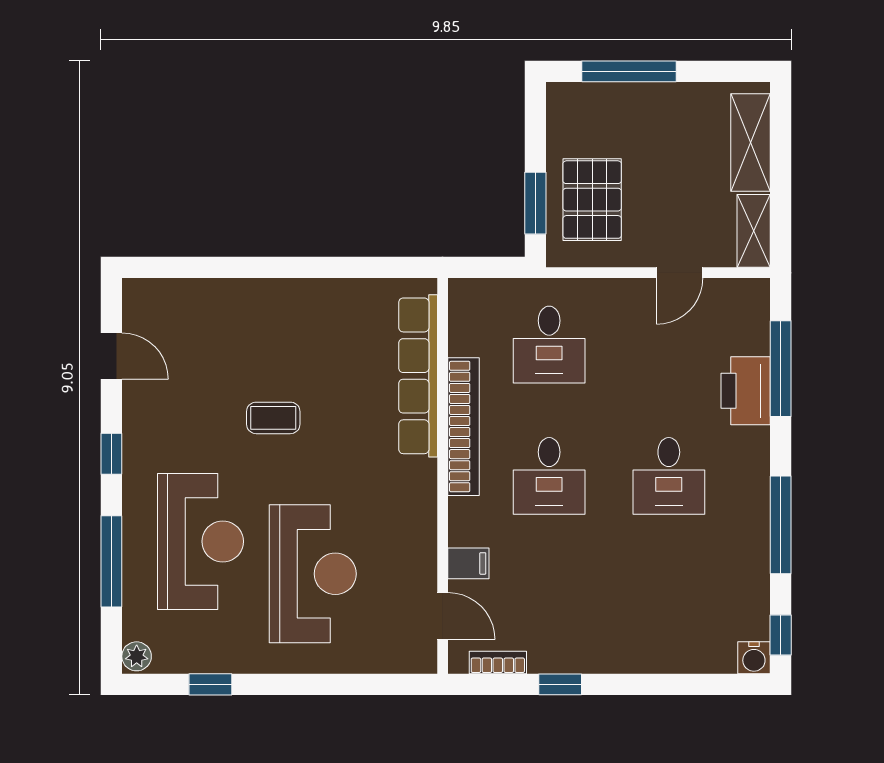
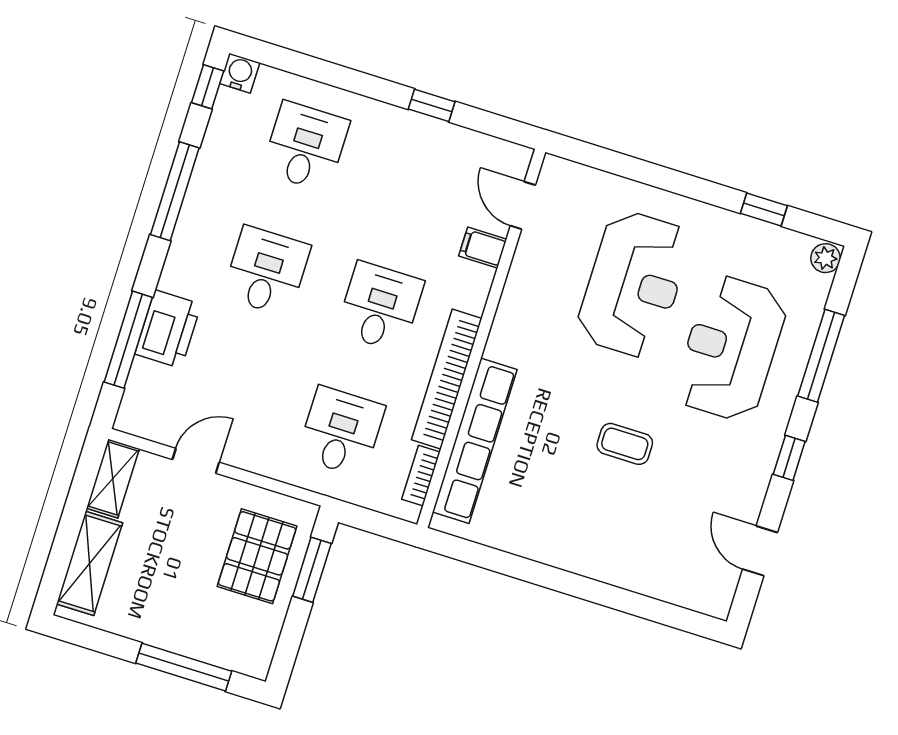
reception desk: (313, 574) -> (634, 284), turned 180
desk: (669, 607) -> (306, 146), added
bookcase: (498, 663) -> (421, 476), moved, turned 90

